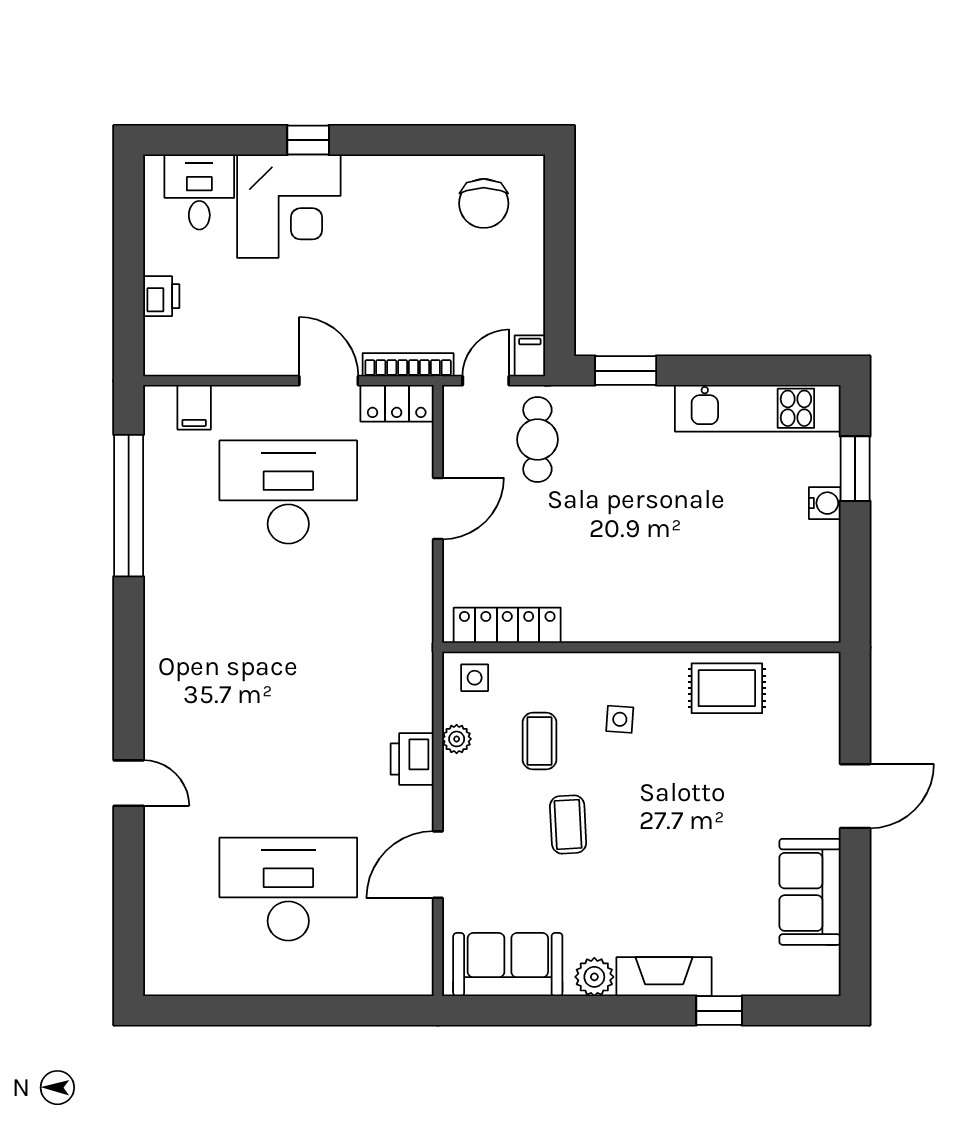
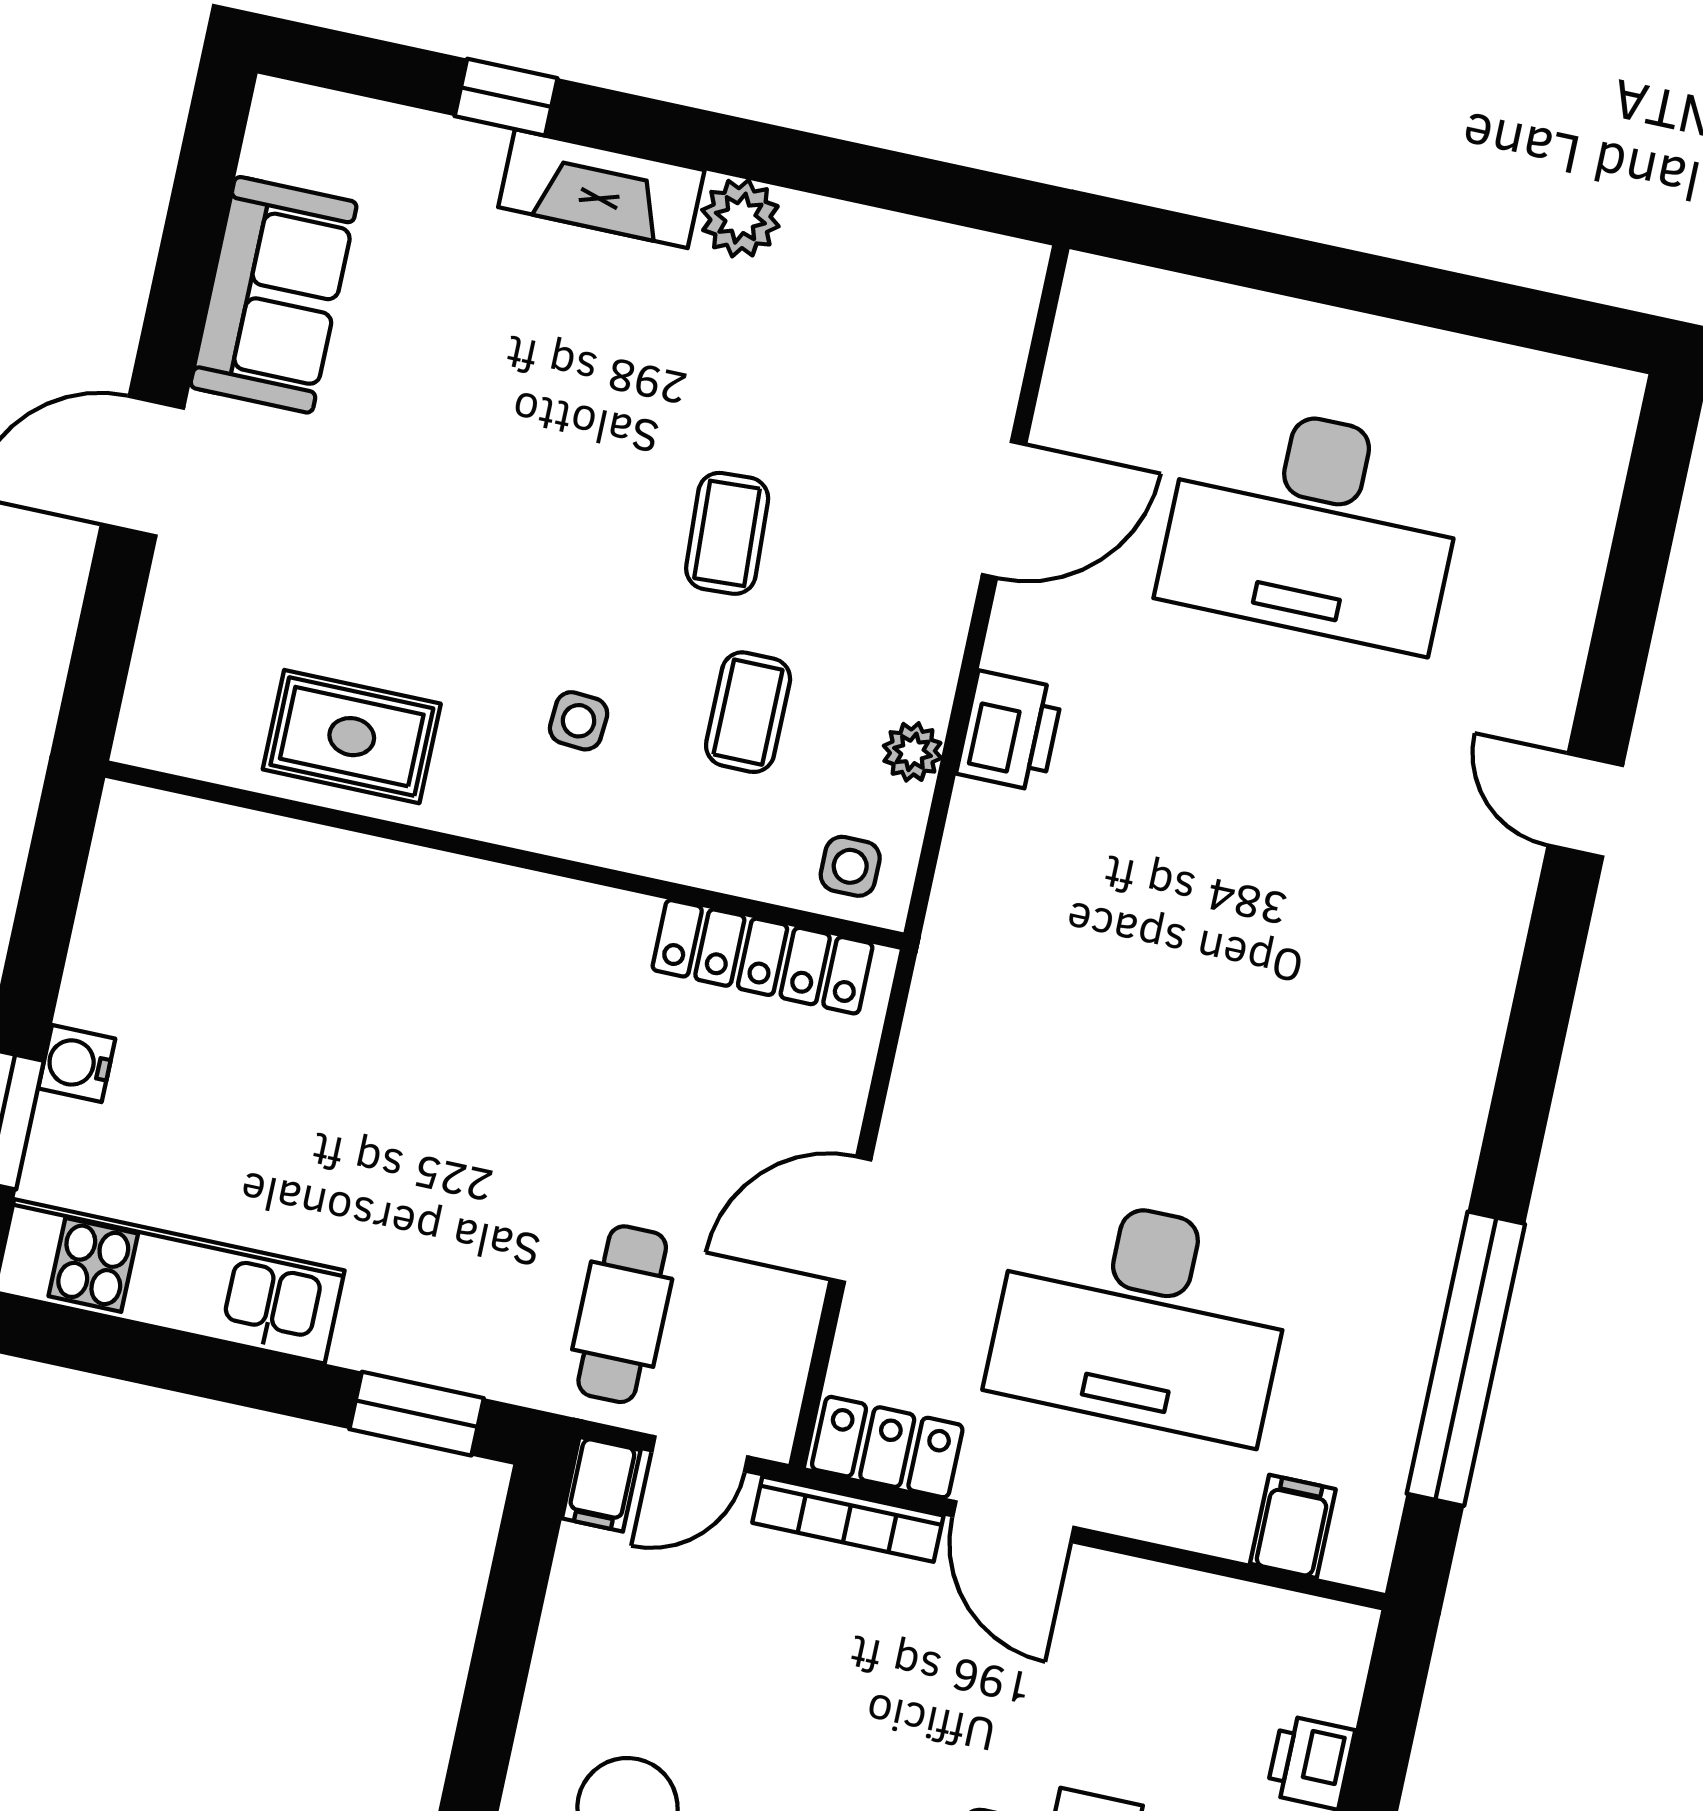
sofa: (508, 965) -> (908, 280), removed

